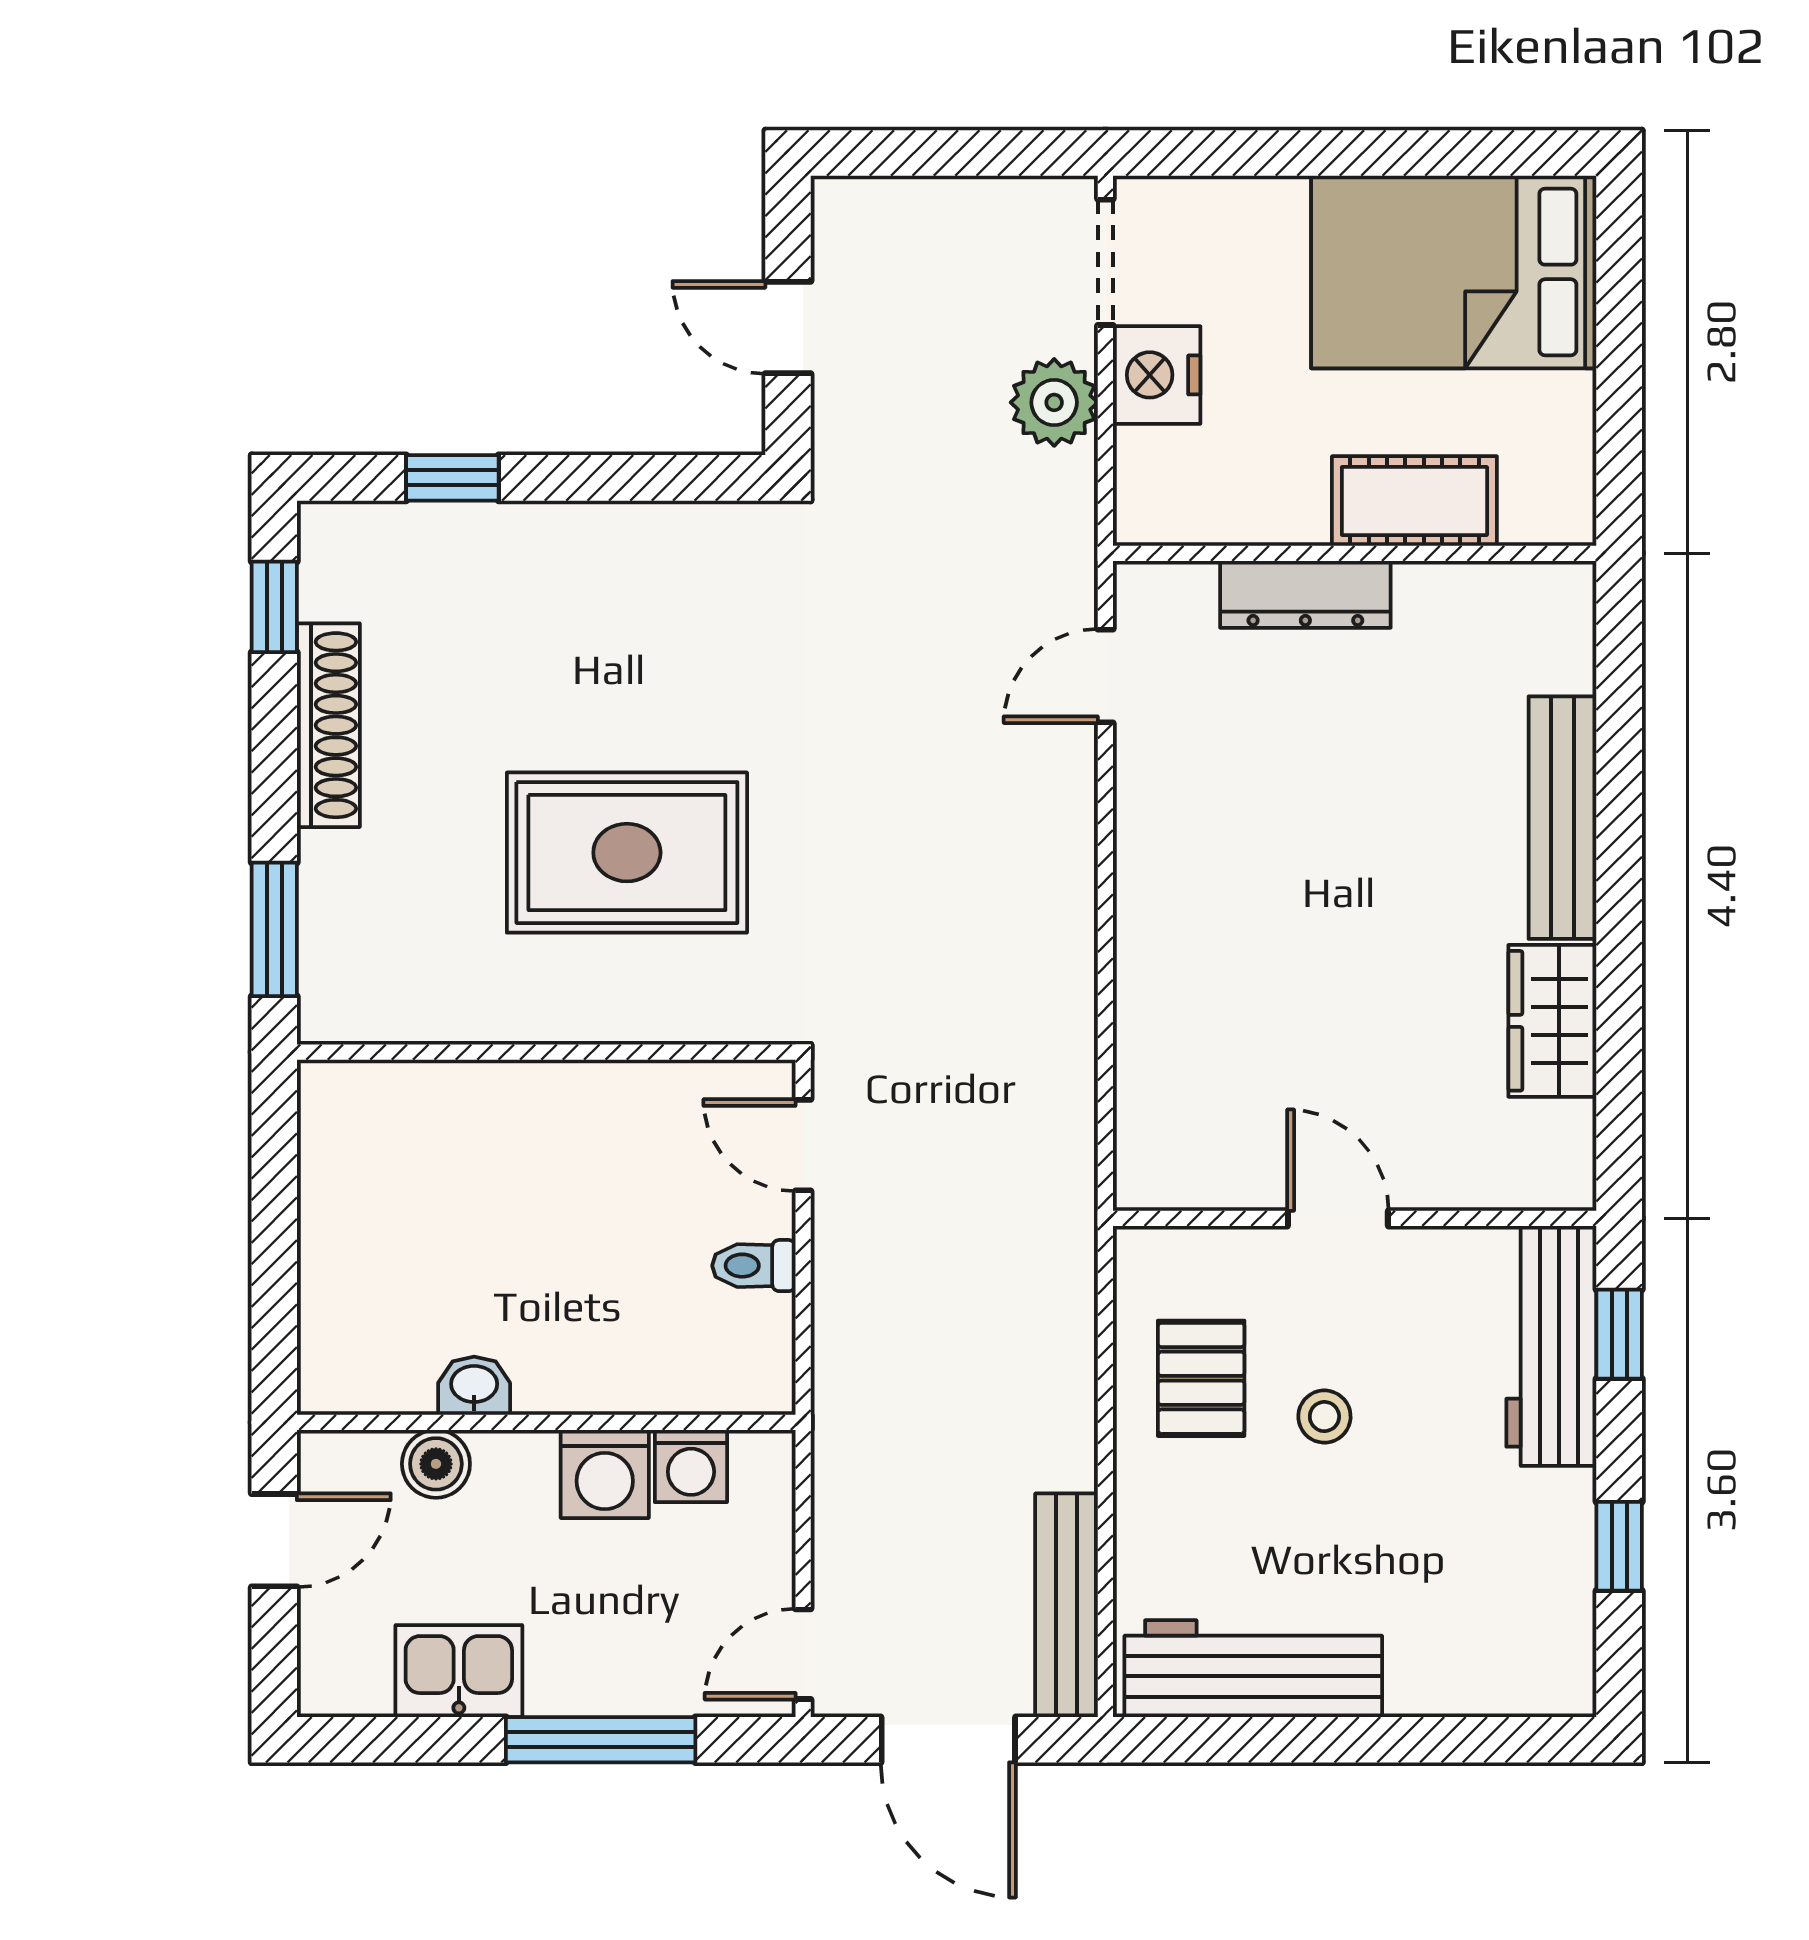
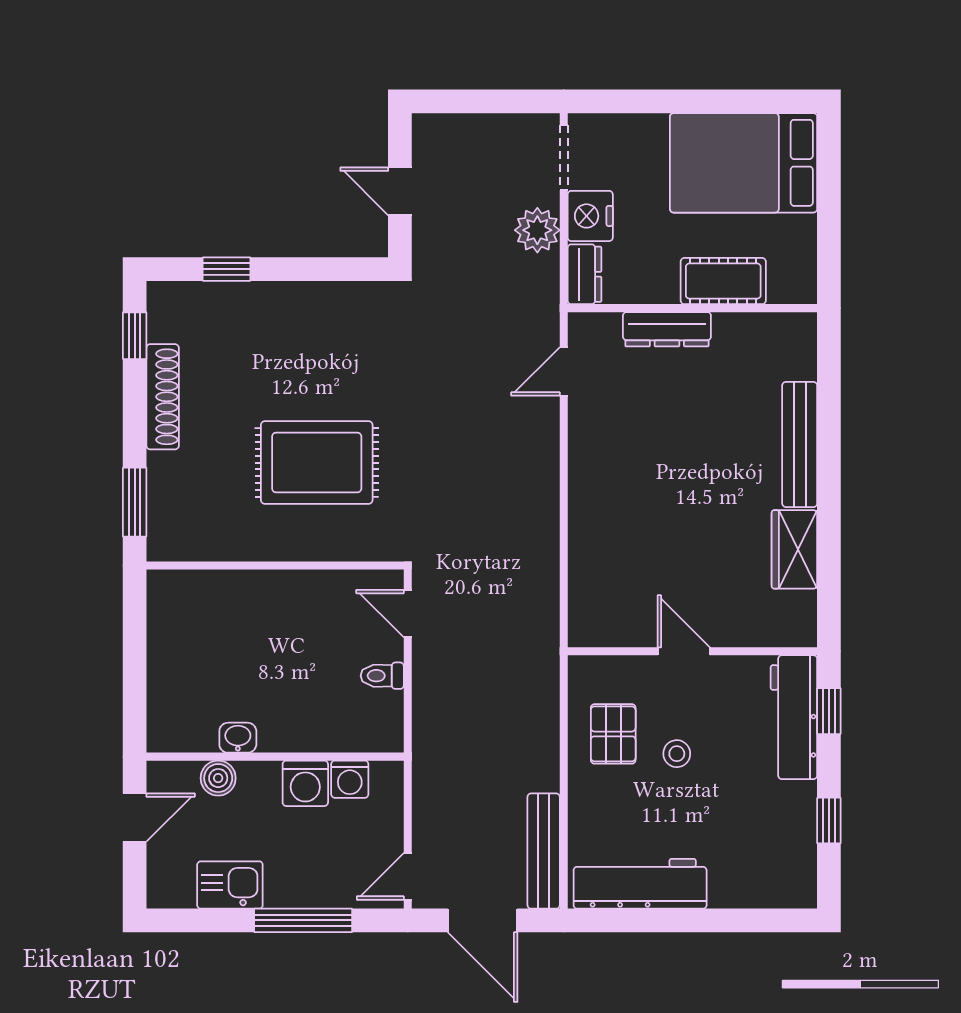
dresser: (1146, 488) -> (584, 274), added

